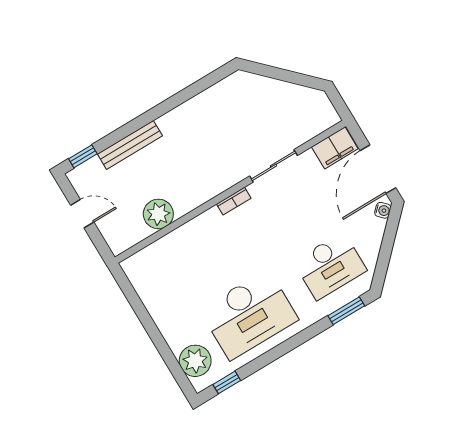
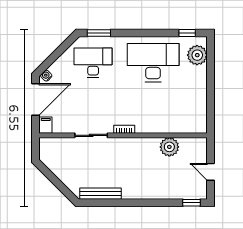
bench: (130, 145) -> (101, 194), moved
filing cabinet: (335, 148) -> (46, 125), width x0.50

